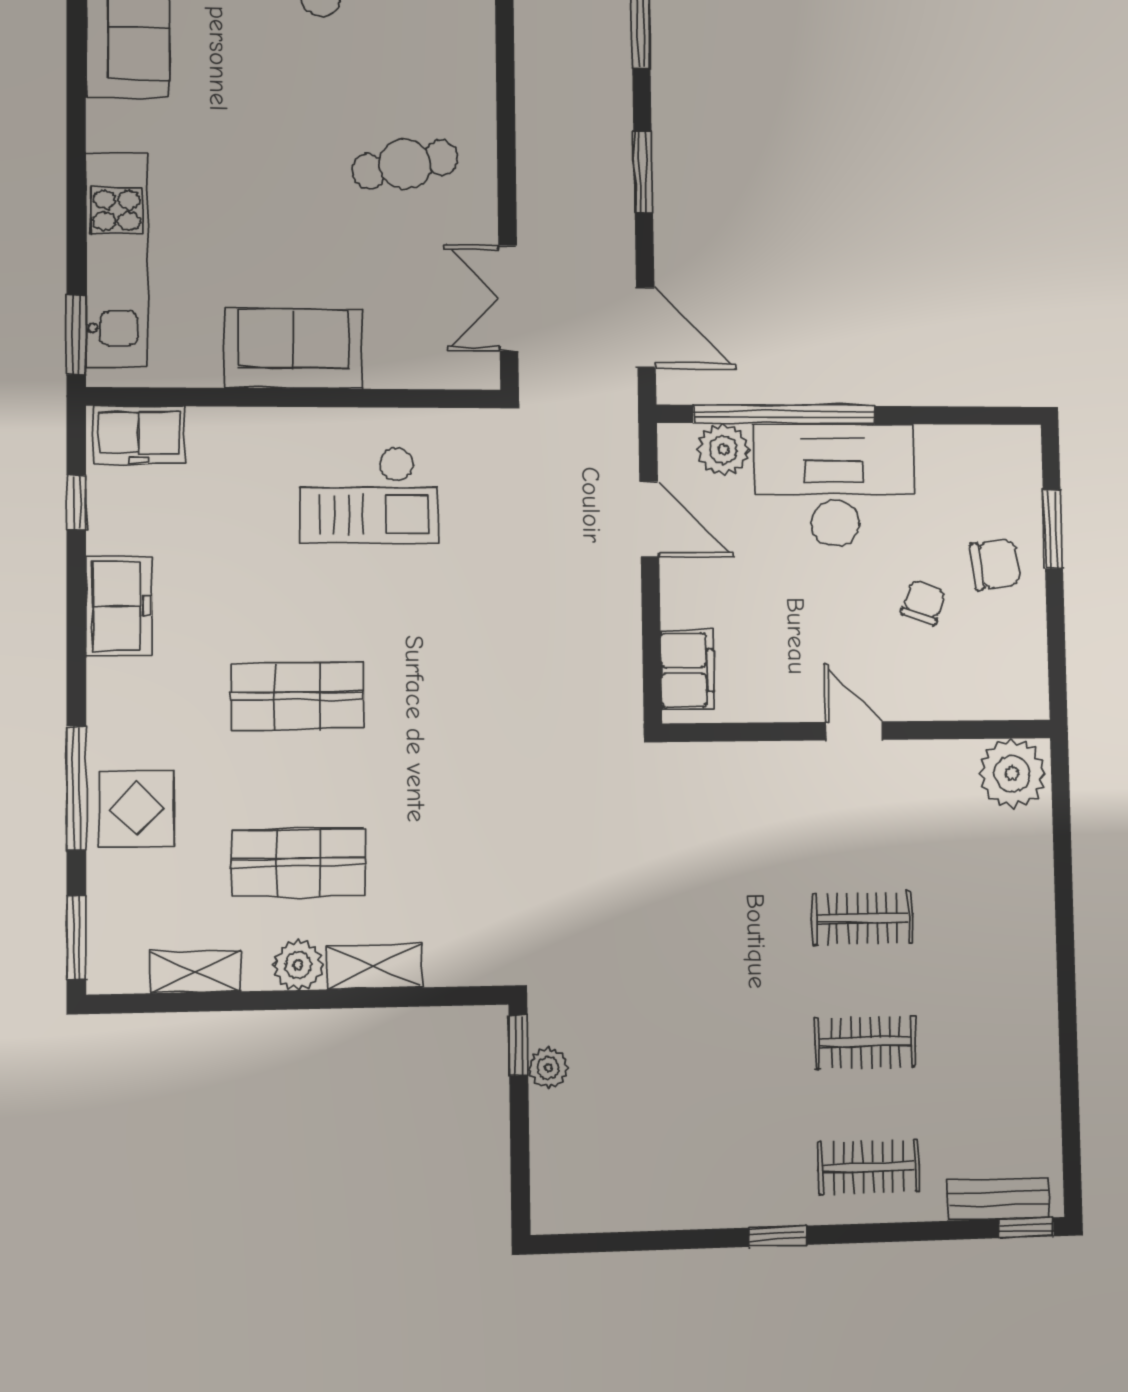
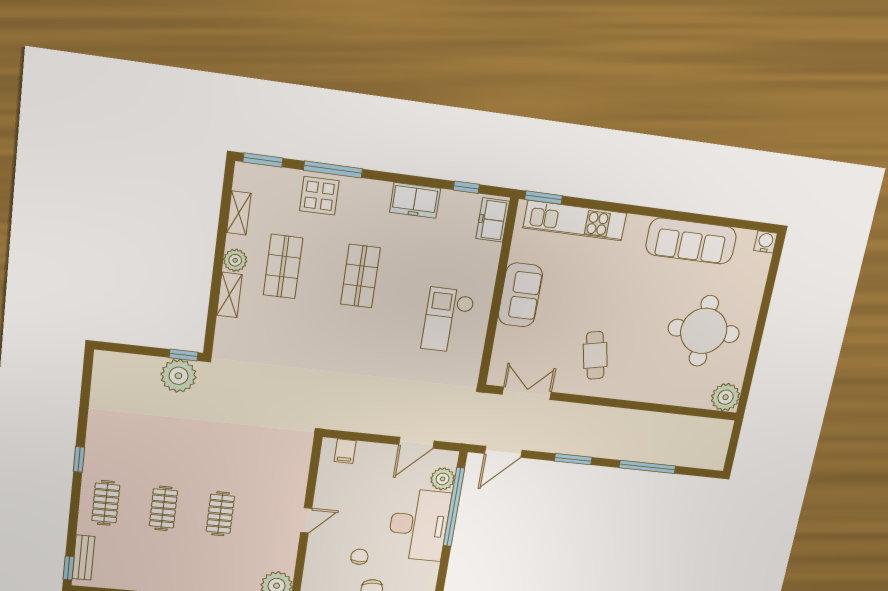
chair: (923, 603) -> (359, 557), turned -109
filing cabinet: (688, 670) -> (345, 451), width x0.50
plant: (548, 1068) -> (179, 376), width x1.88, depth x1.88

